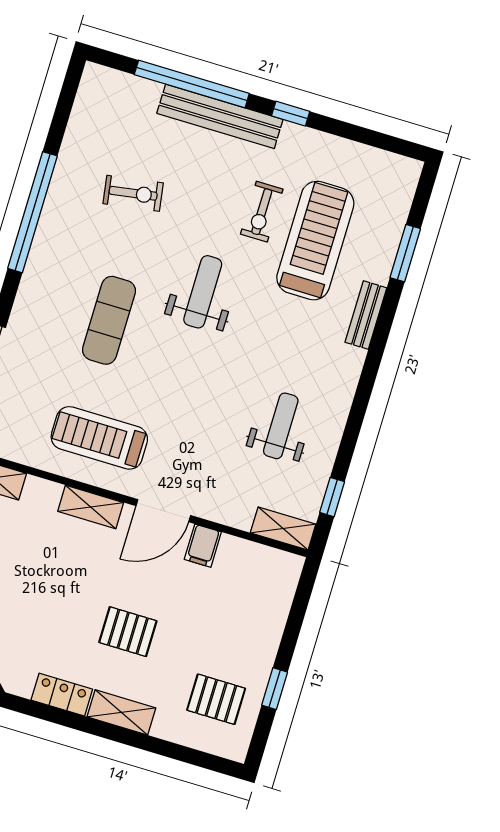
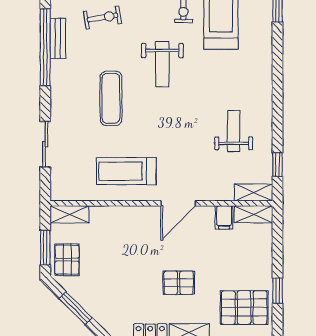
weight bench: (203, 292) -> (162, 64), turned 180
bench: (366, 315) -> (58, 38), moved
shelving: (91, 507) -> (254, 214), moved
filing cabinet: (203, 546) -> (224, 217), moved
pallet: (216, 699) -> (244, 308), width x1.50, depth x1.42

